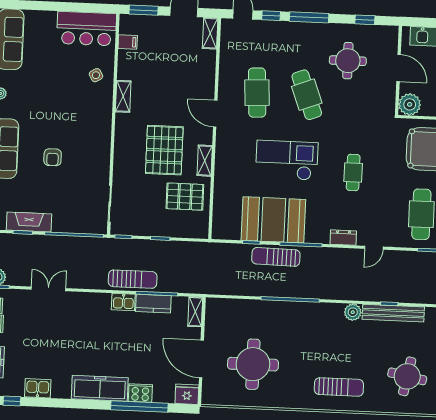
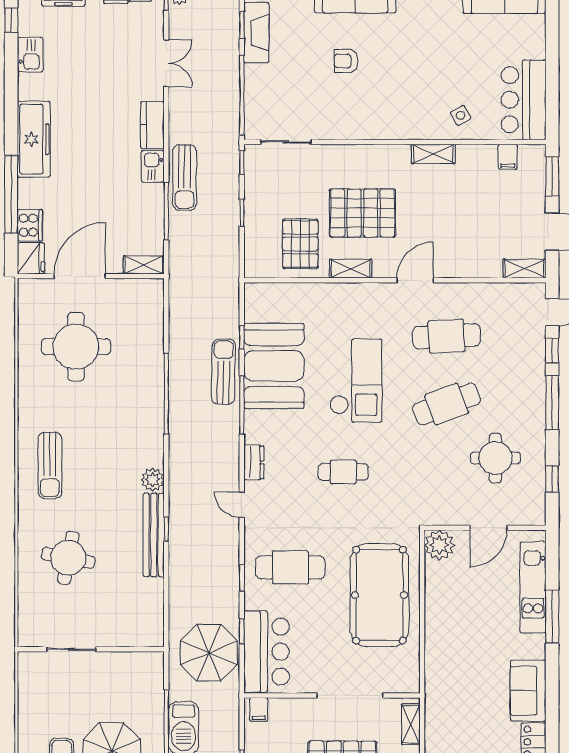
kitchen counter: (153, 304) -> (152, 125), moved
cooker: (140, 393) -> (30, 225), moved

